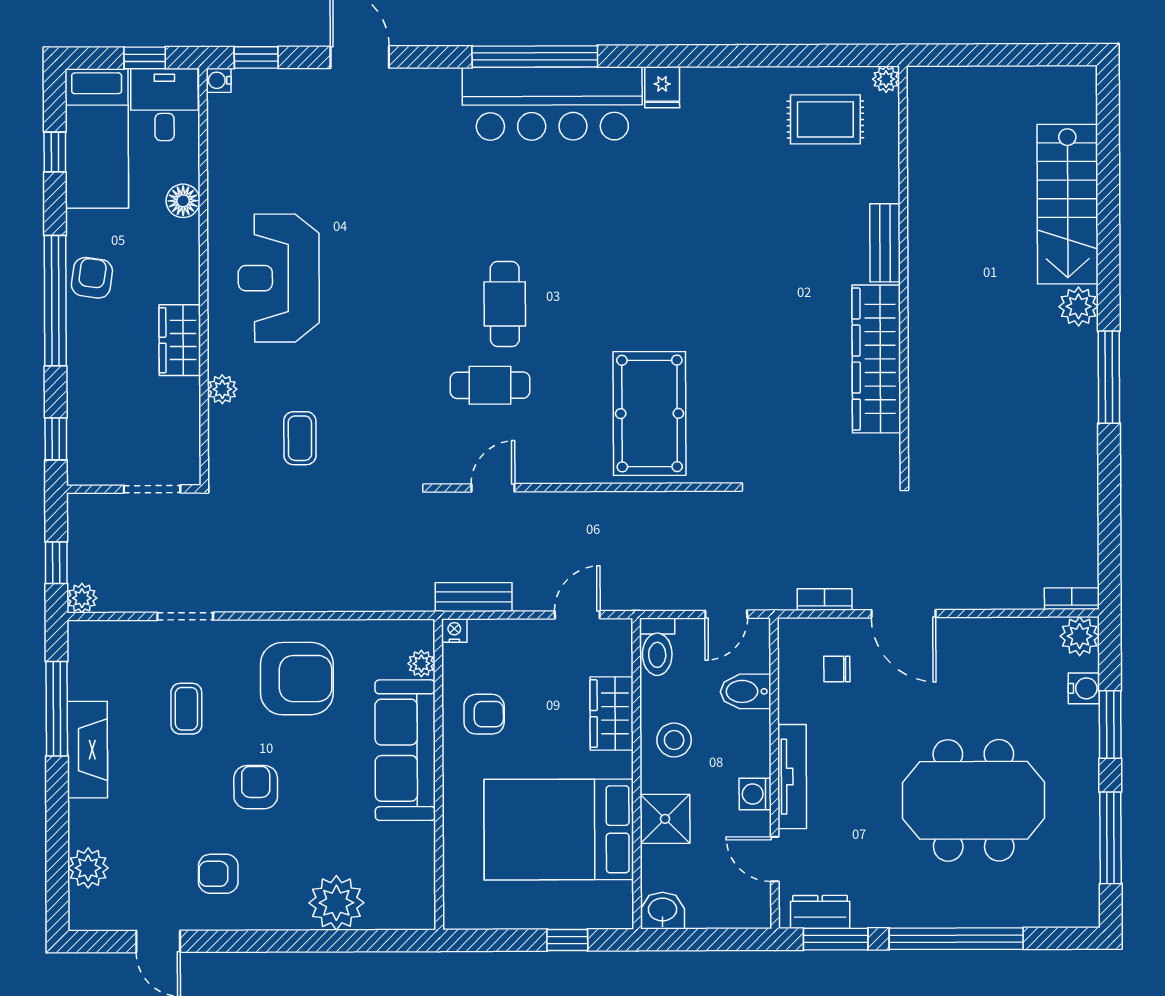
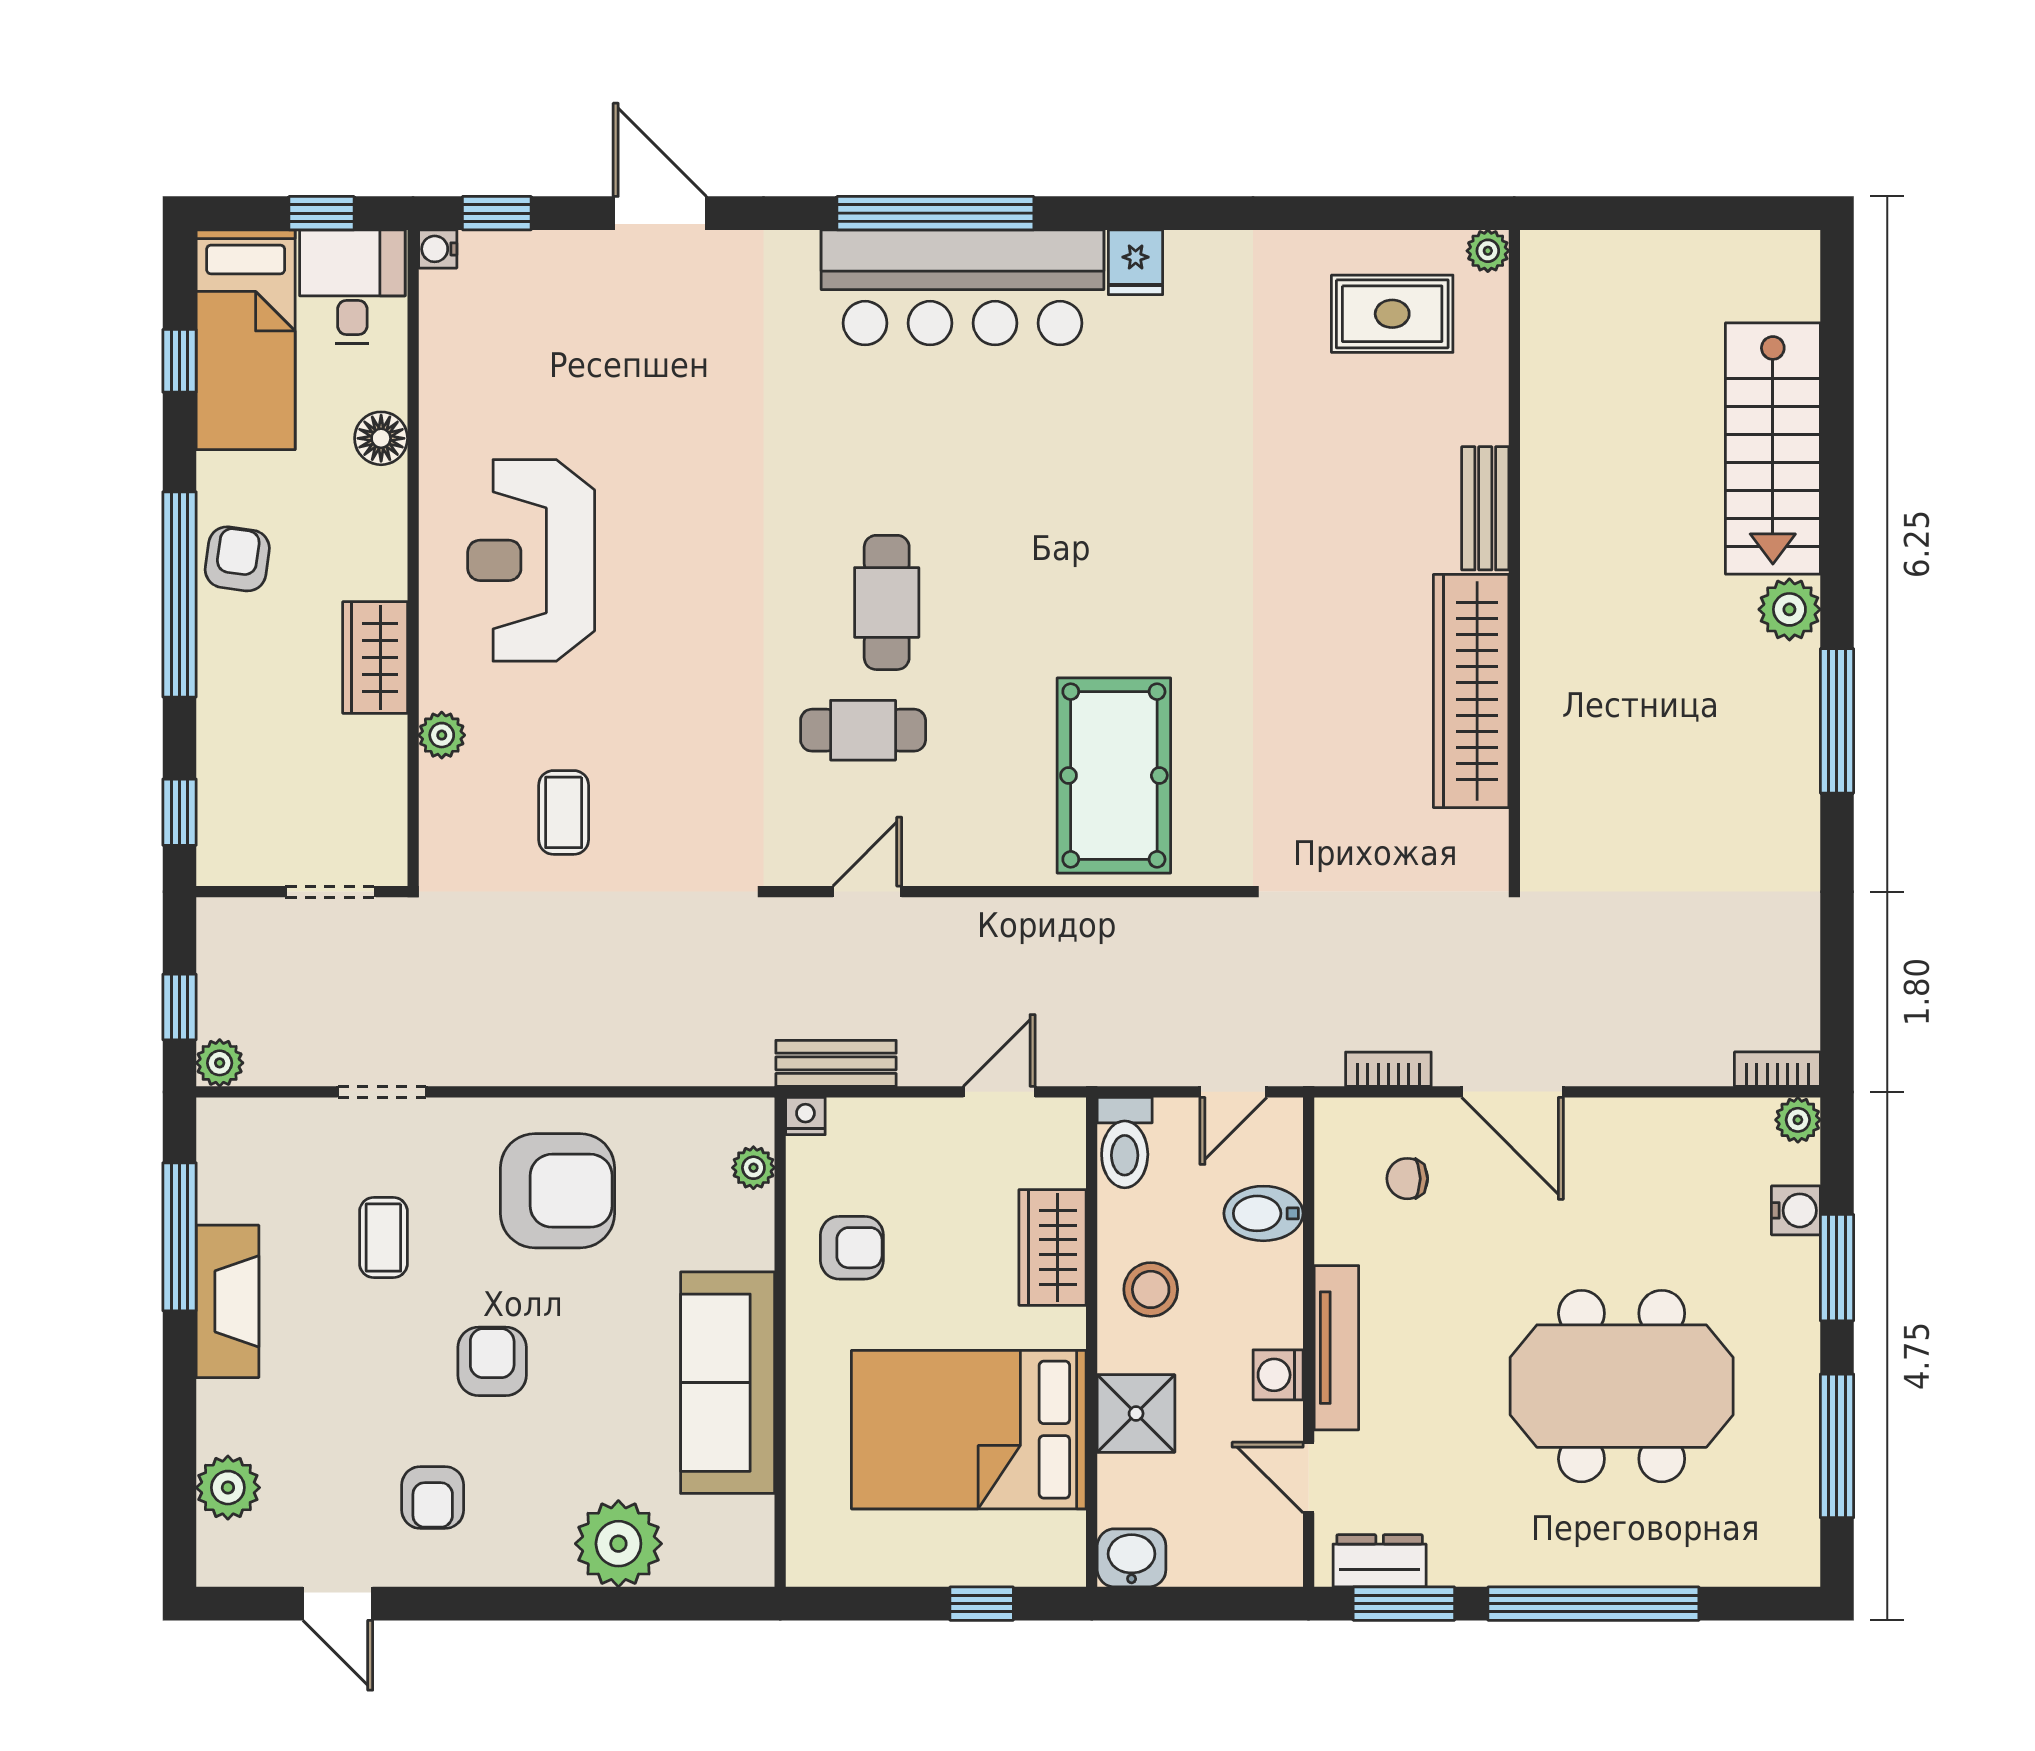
plant: (1080, 636) -> (1798, 1120), width x0.73, depth x0.73
sofa: (405, 750) -> (728, 1383), moved
armchair: (218, 874) -> (433, 1497), turned -90

